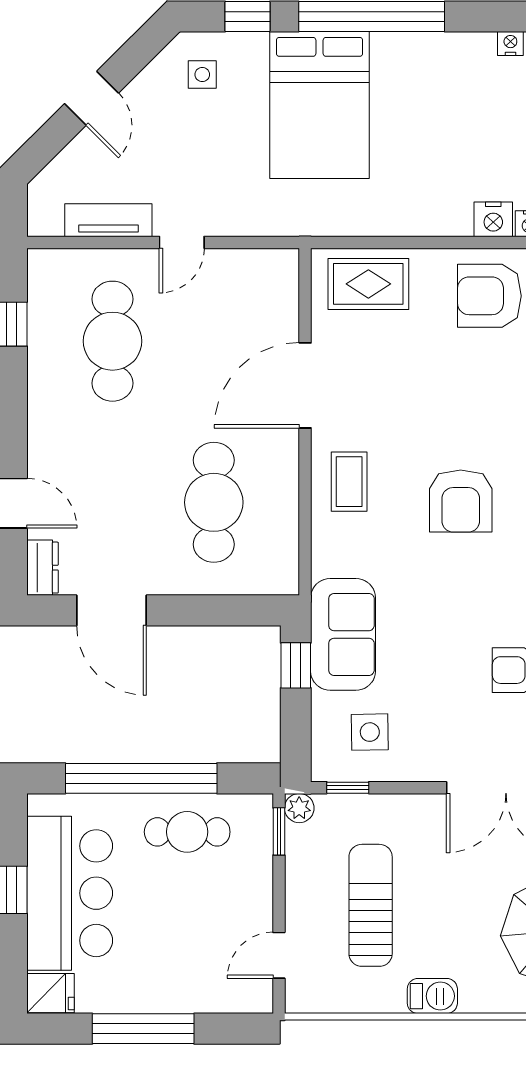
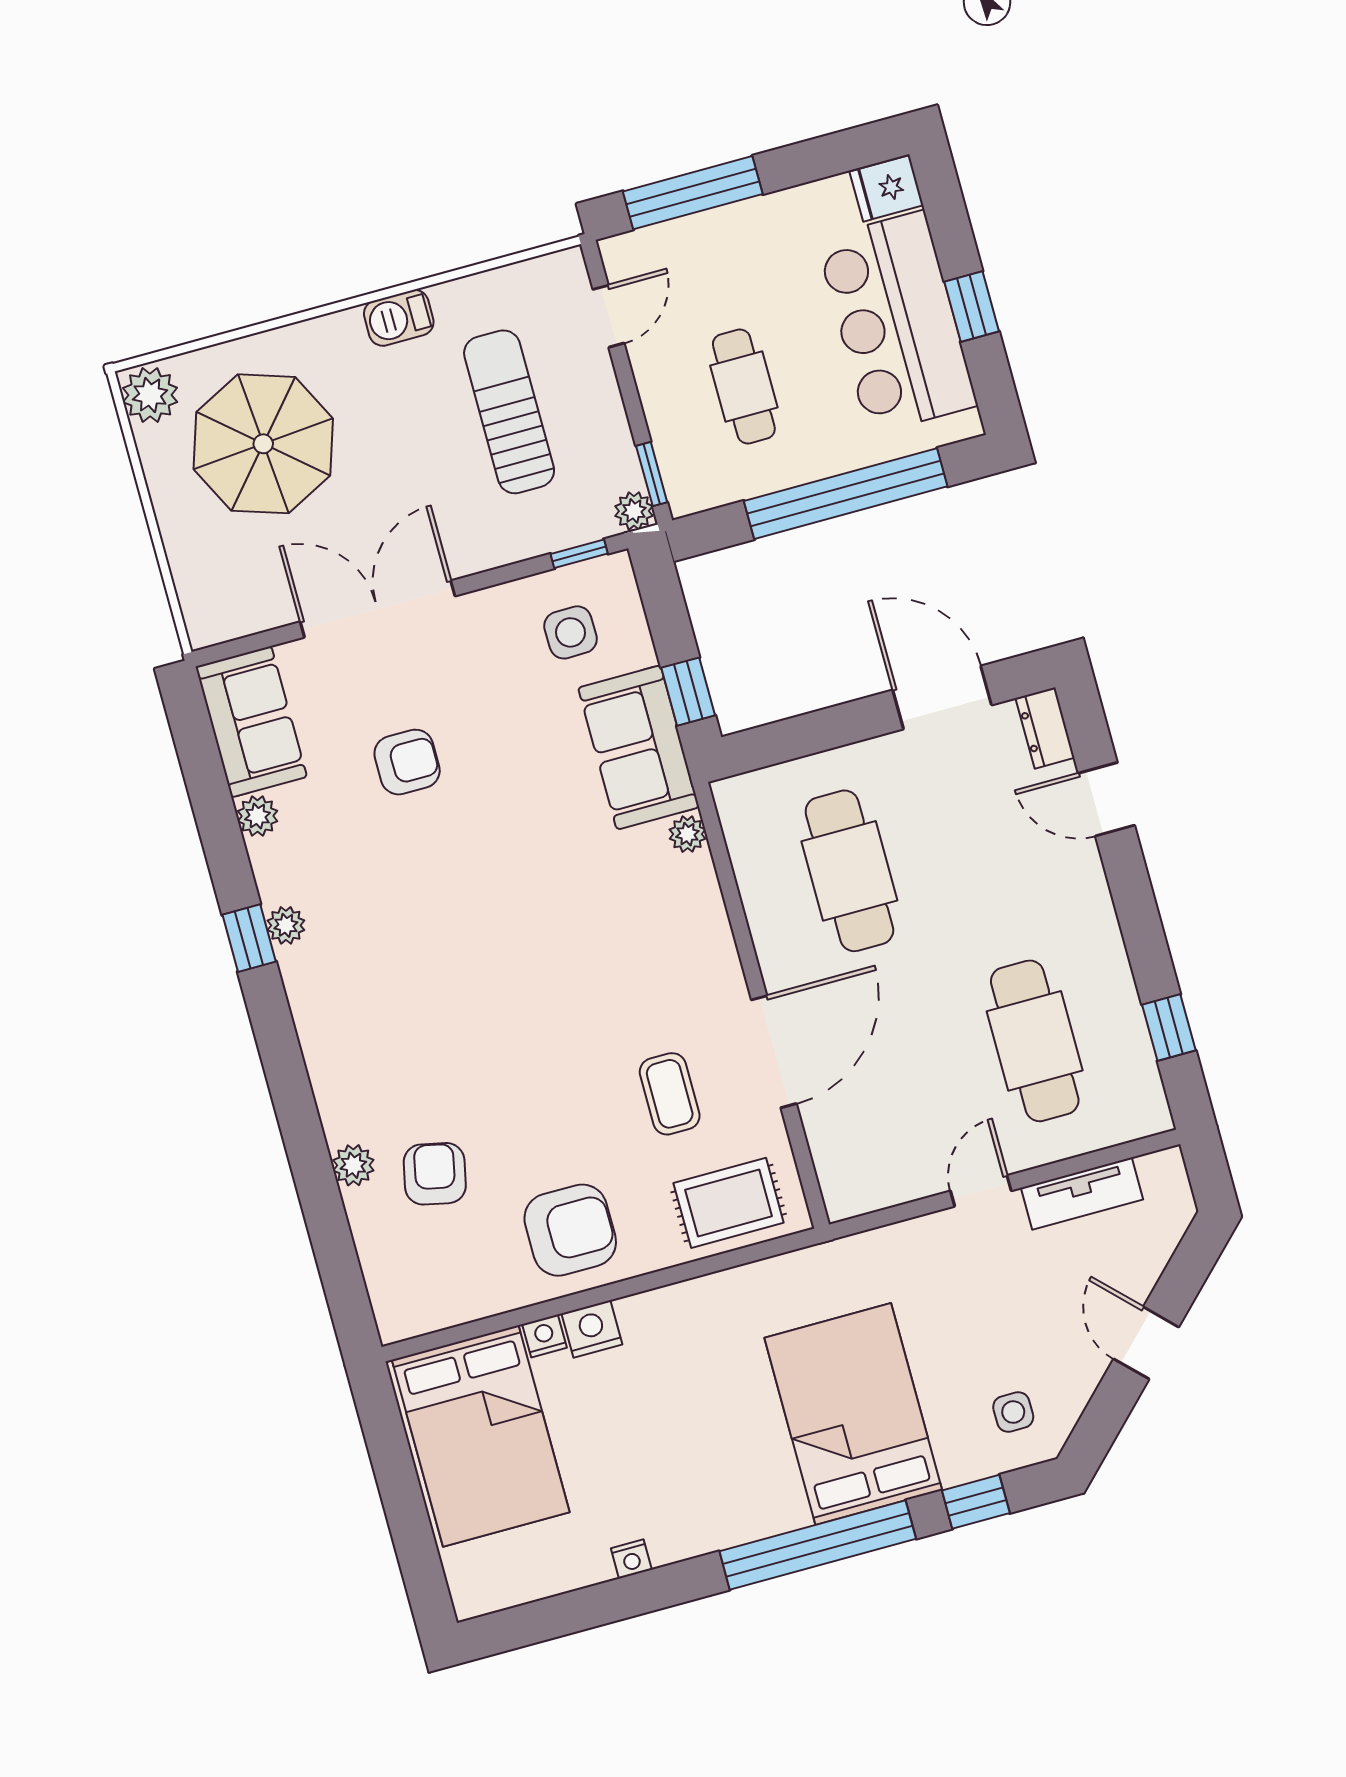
coffee table: (349, 482) -> (670, 1094), moved
armchair: (461, 501) -> (535, 959), removed
plant: (325, 561) -> (687, 834), added
cafe table: (187, 832) -> (744, 386), moved, turned 90
sun lounger: (371, 905) -> (509, 412), turned 180
window: (143, 1029) -> (693, 193), moved

